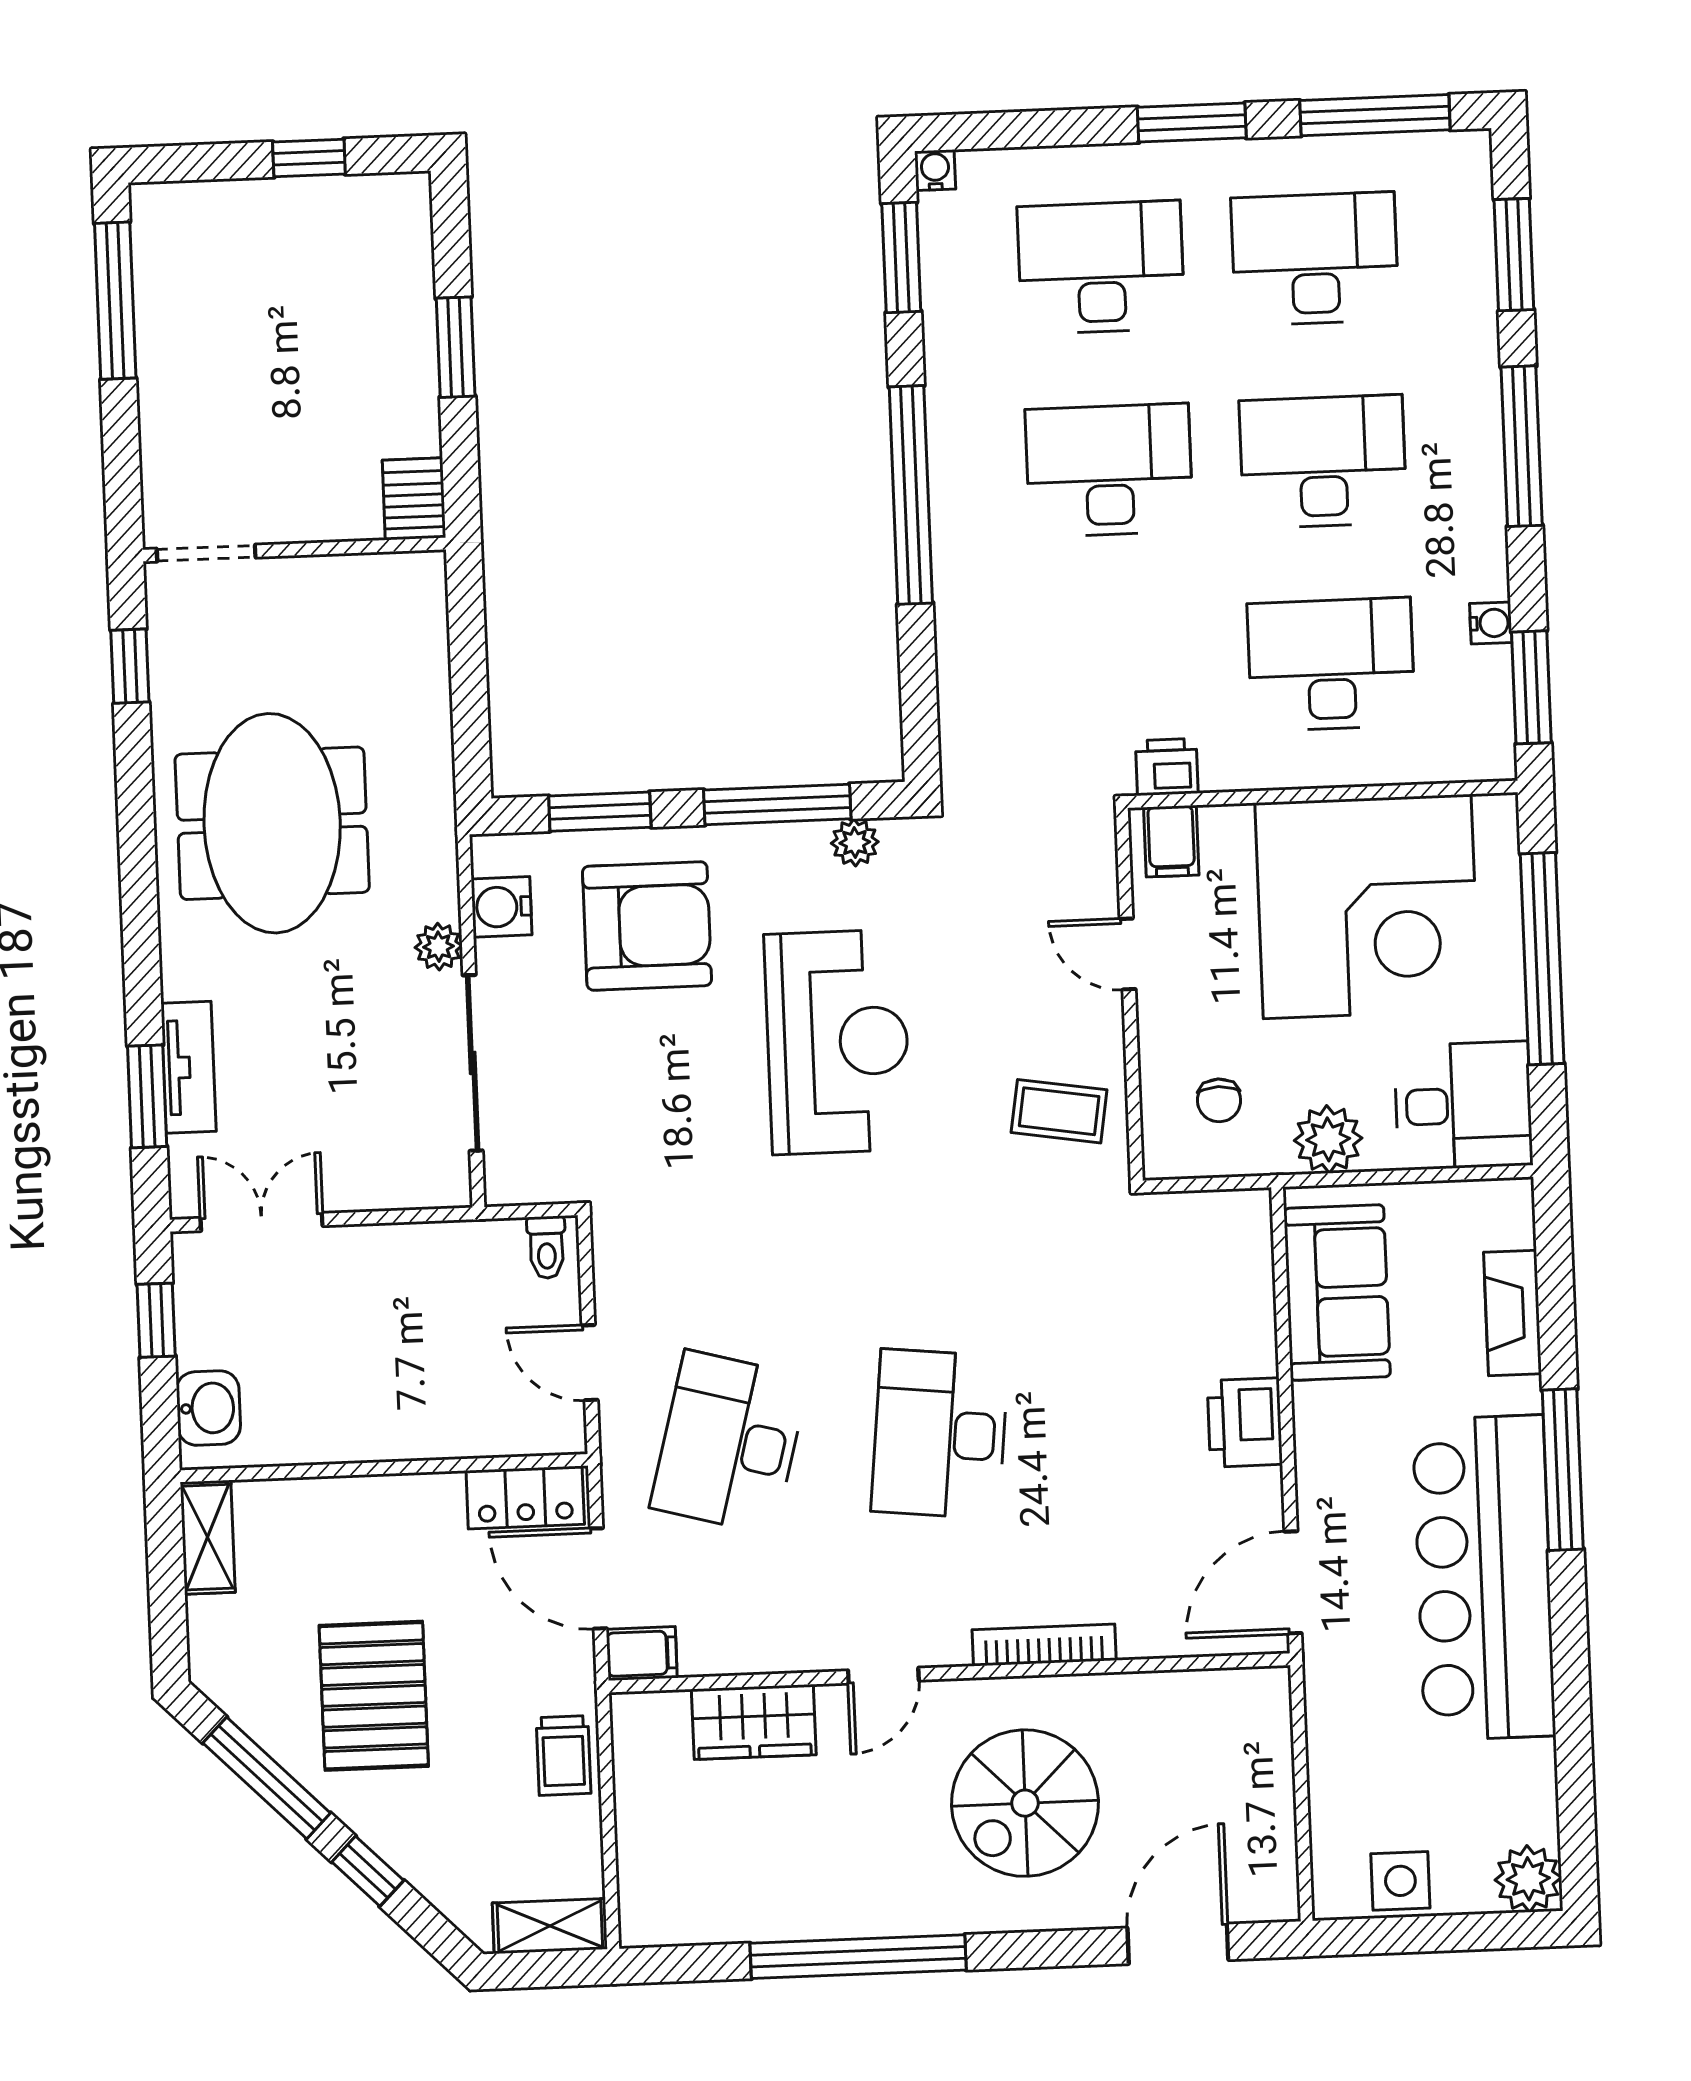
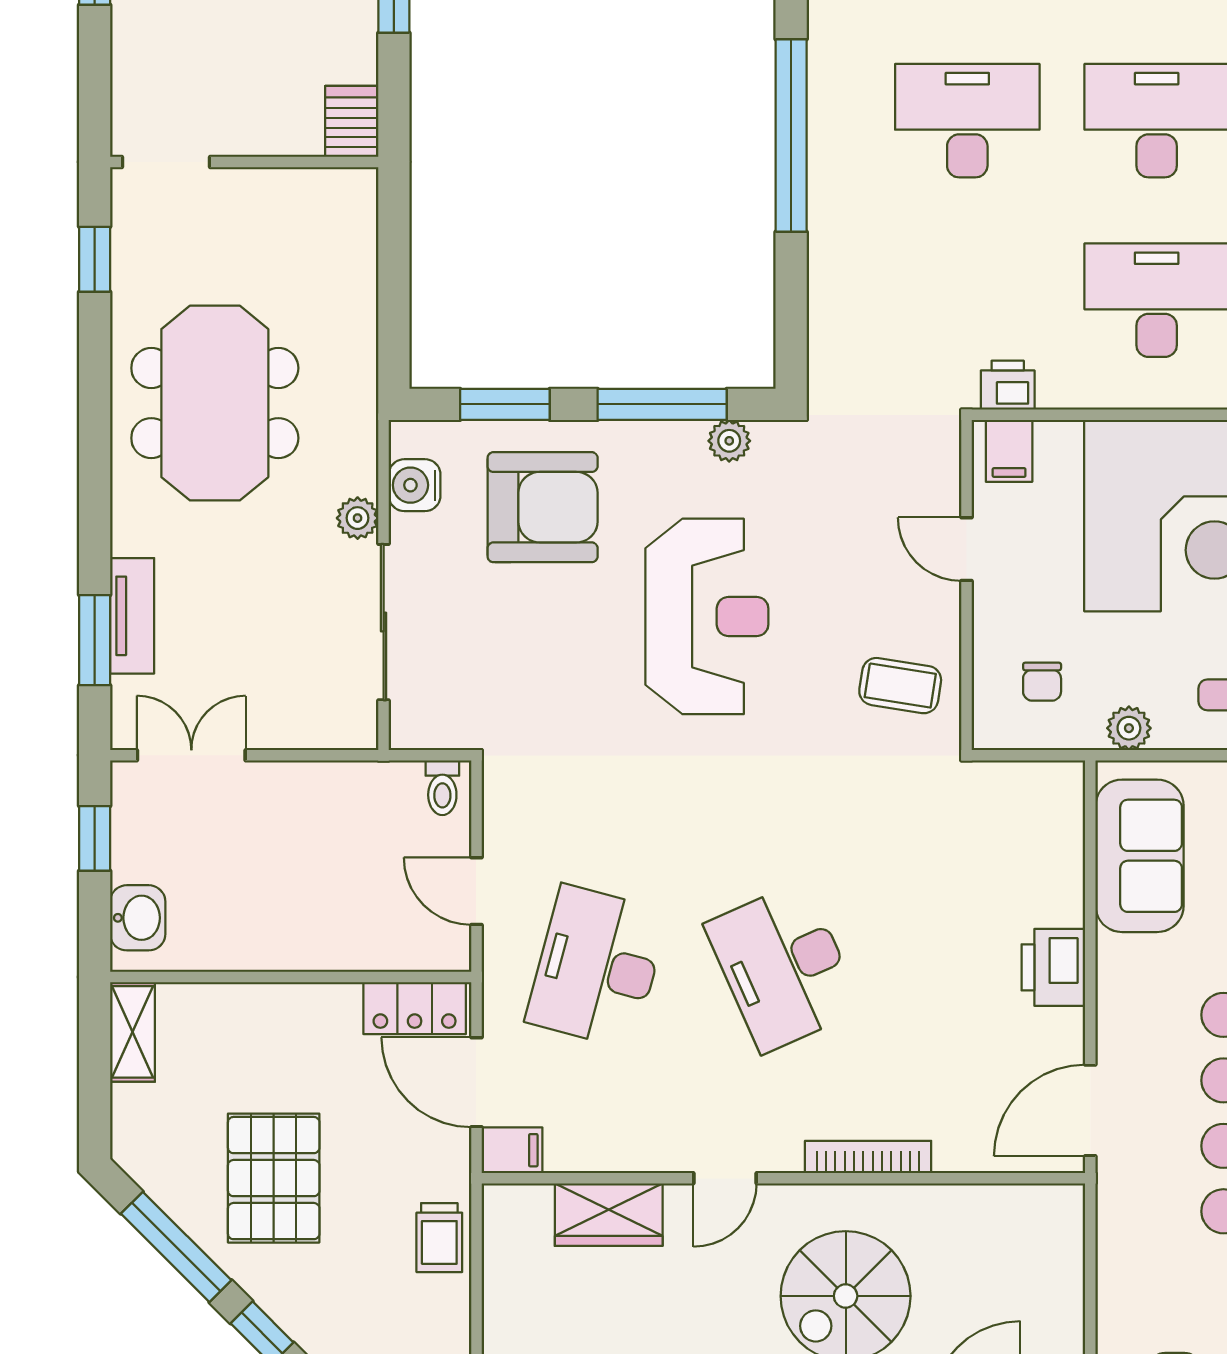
plant: (1328, 1139) -> (1129, 728), width x0.73, depth x0.73
desk: (940, 1434) -> (783, 967), turned -30

